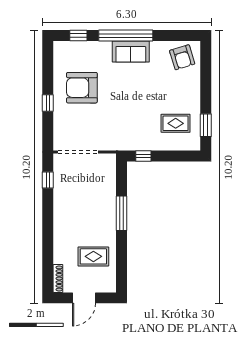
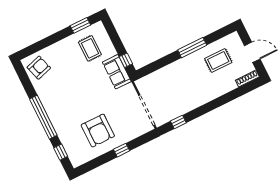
sofa: (131, 52) -> (117, 72), moved, turned 180
window: (121, 213) -> (192, 48), moved
rug: (93, 256) -> (218, 60), turned 90

